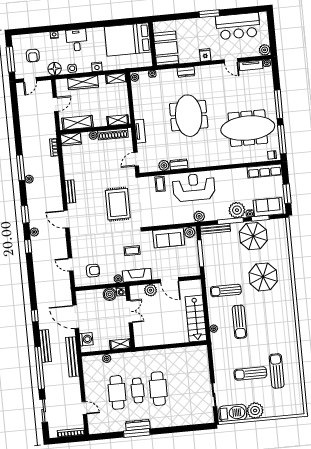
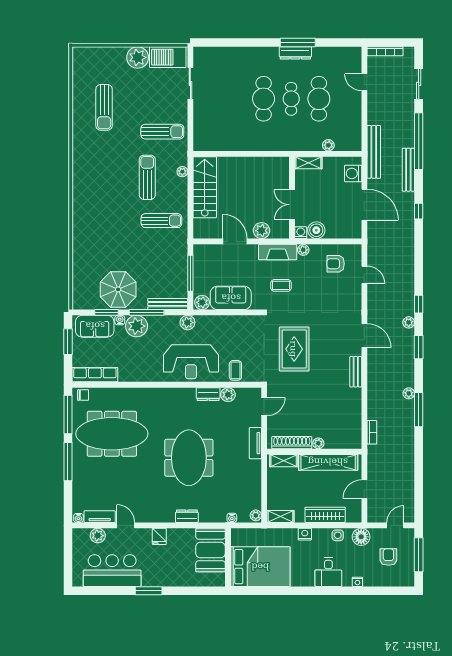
plant: (265, 50) -> (98, 536), moved
shelving: (77, 123) -> (328, 462), width x1.47
wardrobe: (71, 139) -> (348, 441), removed
parasol: (263, 277) -> (110, 234), removed
sun lounger: (250, 373) -> (162, 132), moved

